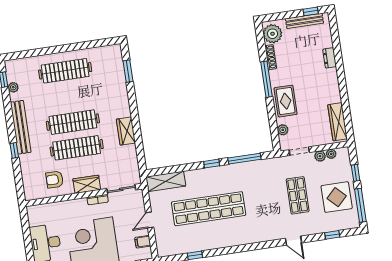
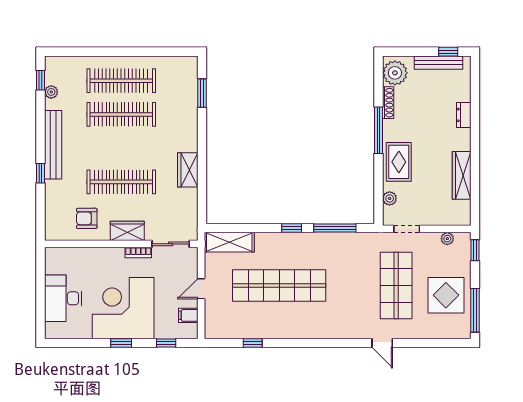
clothes rail: (73, 122) -> (121, 114), moved
wardrobe: (337, 122) -> (462, 175), moved
plant: (320, 156) -> (432, 239), removed
window: (356, 173) -> (475, 250), moved
shop shelf: (298, 195) -> (396, 286), width x1.43, depth x1.36
window: (332, 235) -> (433, 343), removed

